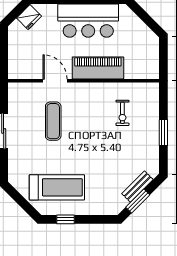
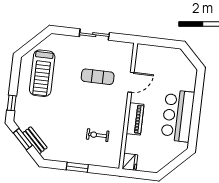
fridge: (29, 17) -> (130, 162), moved, turned -135
piano: (98, 68) -> (135, 119), width x0.73, depth x0.75
window: (65, 219) -> (12, 103), moved

